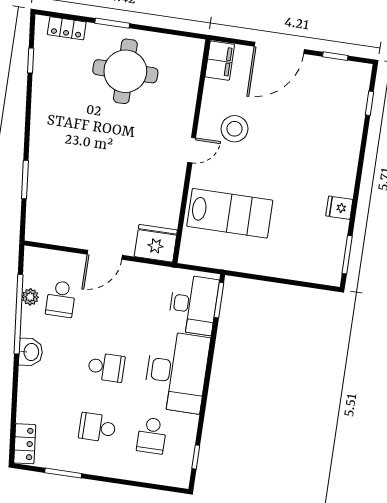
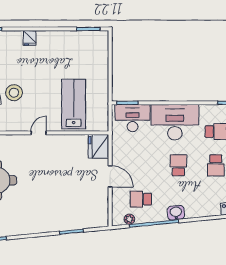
stool: (234, 129) -> (14, 93), moved
door: (192, 150) -> (39, 133), hinge flipped
fridge: (339, 208) -> (30, 38), moved
plant: (30, 297) -> (129, 219), moved
school desk: (61, 299) -> (141, 199), turned 180

